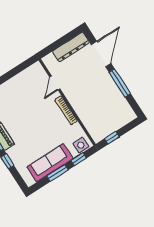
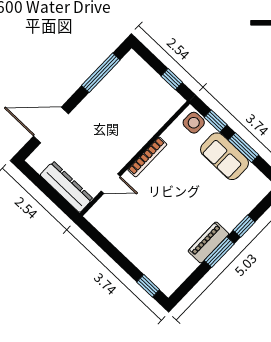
dresser: (71, 47) -> (67, 187), moved
window: (120, 83) -> (101, 73), moved
sofa: (50, 163) -> (225, 156), width x0.73

